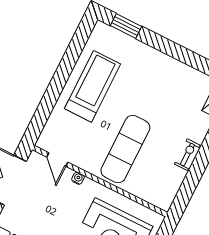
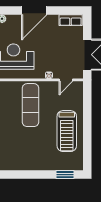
door: (57, 160) -> (66, 80), swing flipped

